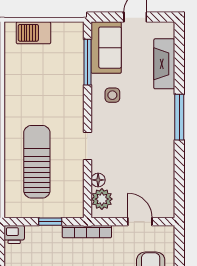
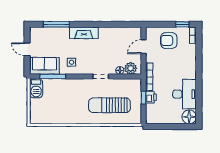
barbecue: (33, 33) -> (36, 88), moved
fireplace: (164, 64) -> (84, 33), moved
window: (179, 117) -> (56, 24), moved
printer: (14, 235) -> (151, 97), moved

